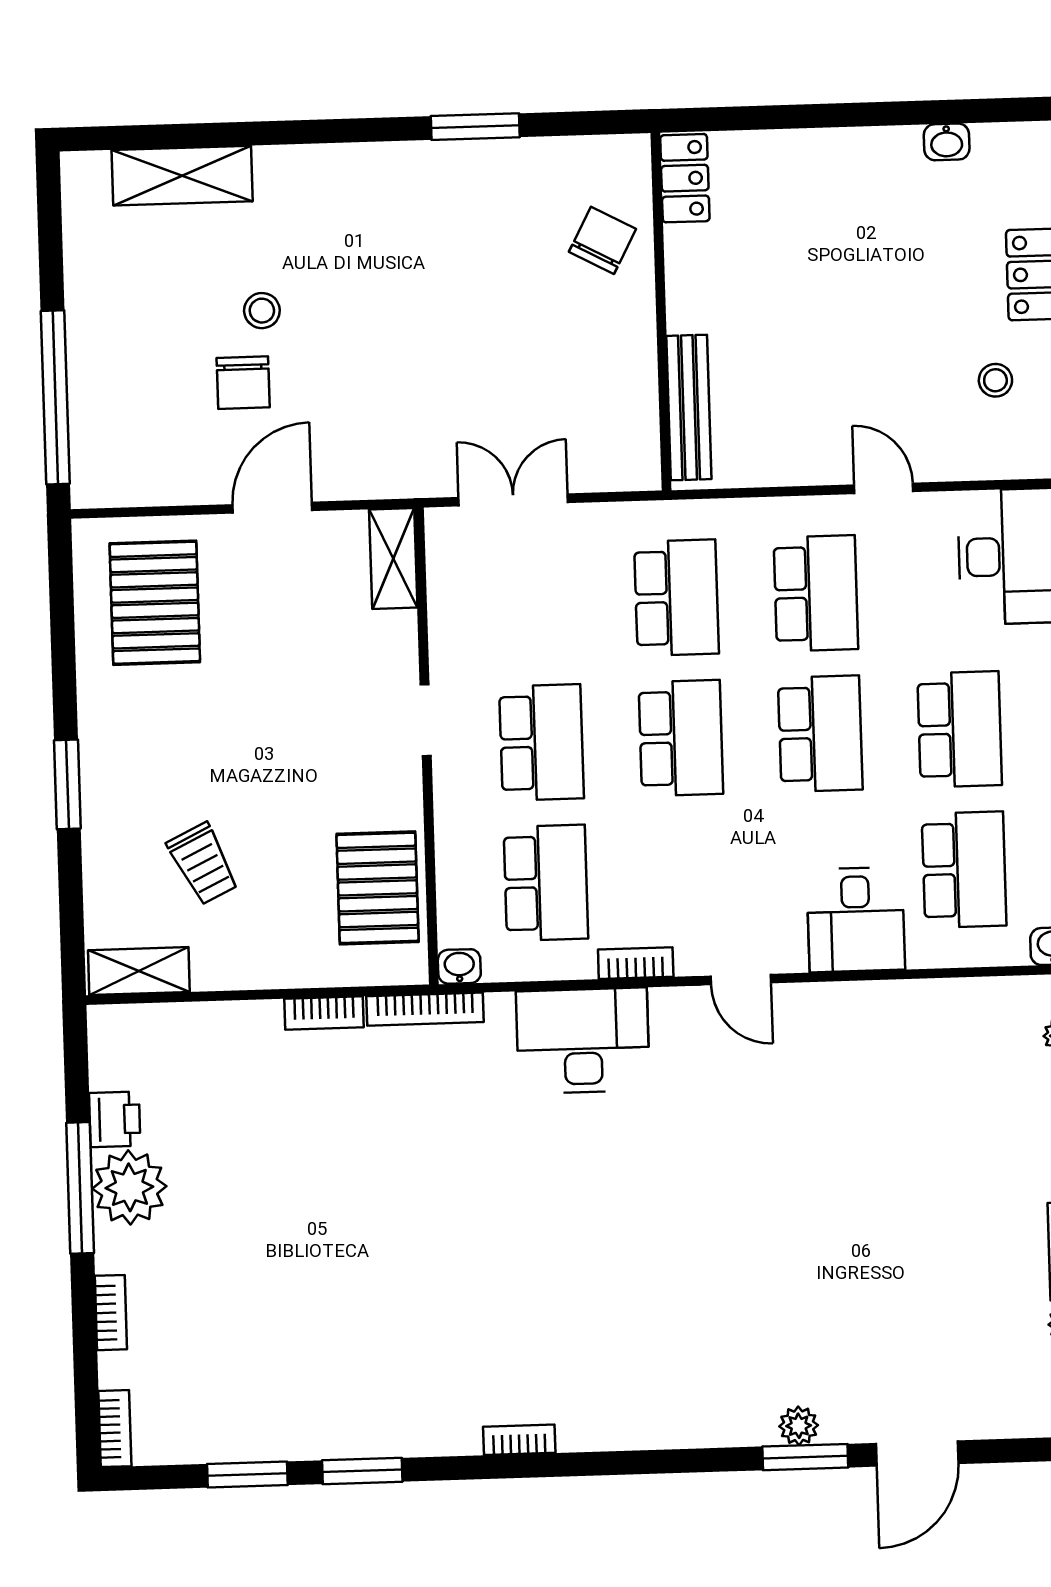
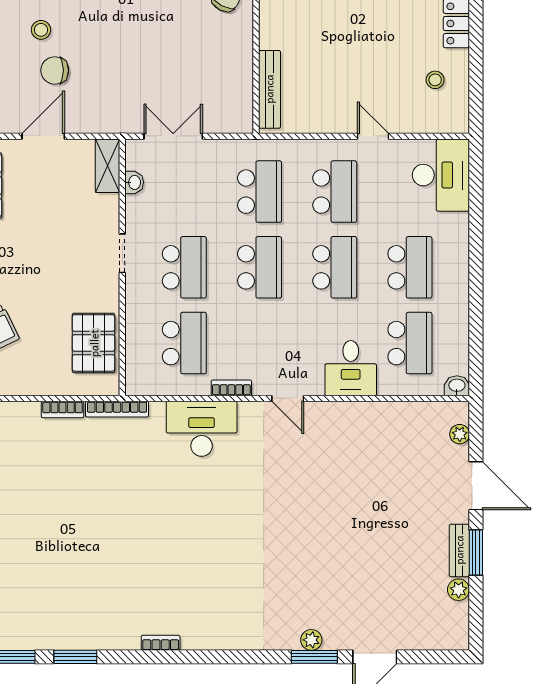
chair: (243, 383) -> (55, 70), moved, turned 90
washbasin: (459, 966) -> (134, 182), moved, turned 90

